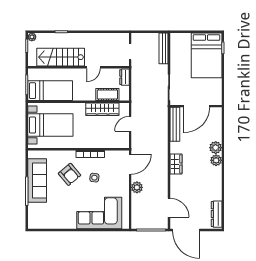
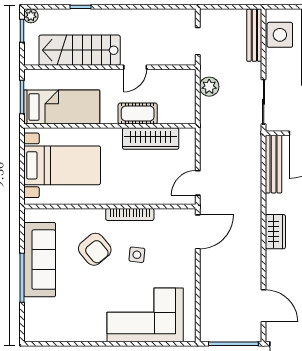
side table: (179, 48) -> (280, 35), added
dresser: (124, 77) -> (188, 84), removed
cot: (107, 94) -> (138, 114), moved
door: (130, 124) -> (198, 183), moved
plant: (137, 187) -> (209, 87), moved

